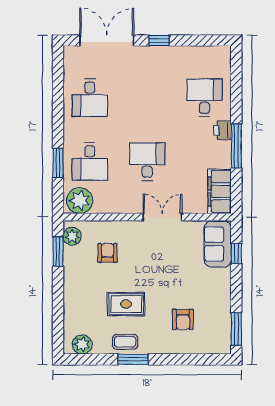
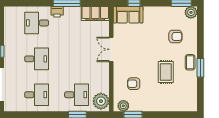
desk: (147, 162) -> (37, 59), moved, turned 180
coffee table: (125, 342) -> (190, 62), moved
plant: (82, 344) -> (191, 12), moved

